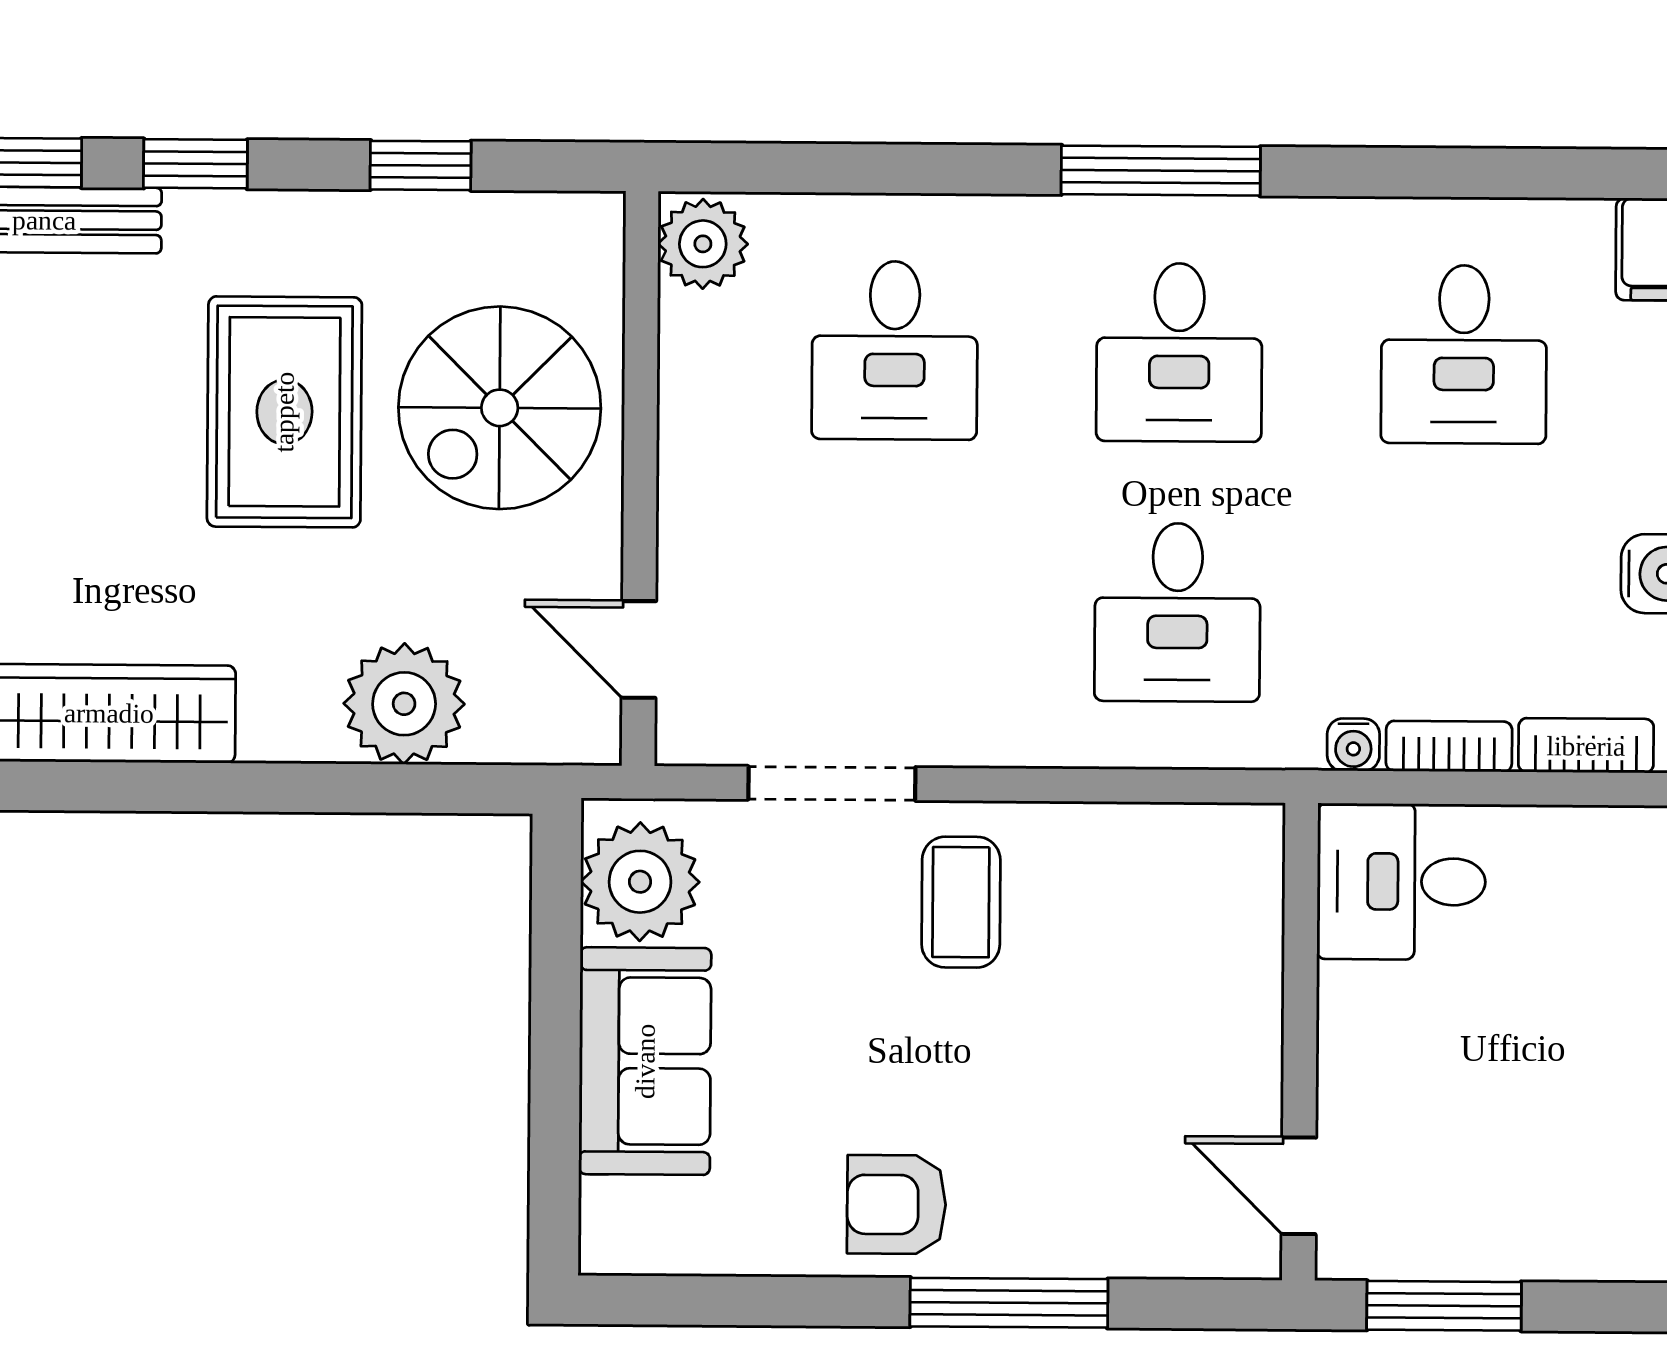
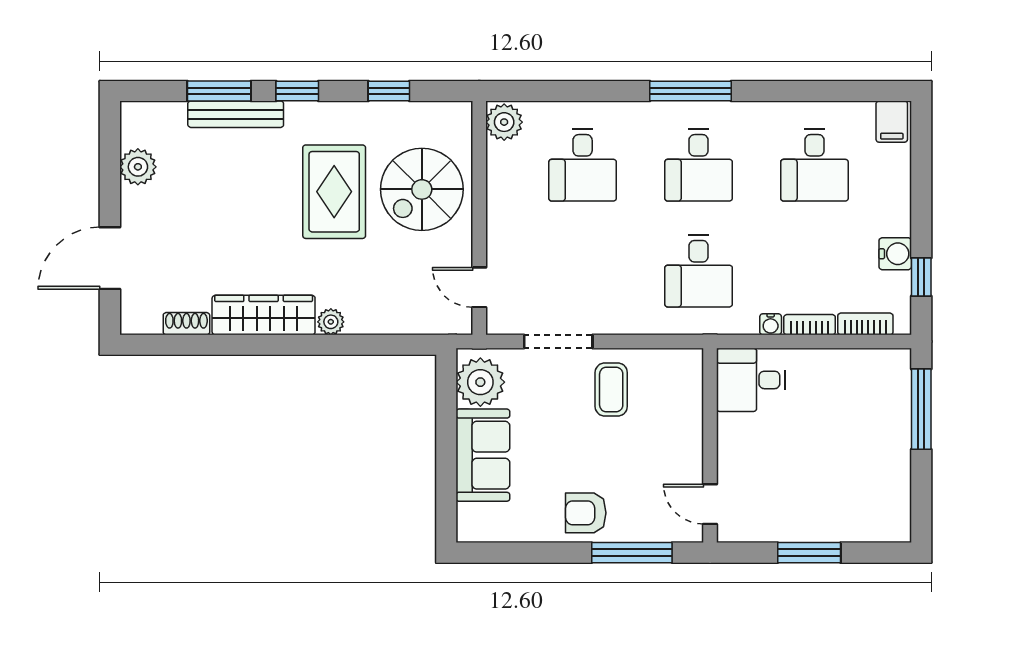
plant: (404, 704) -> (331, 322), moved, width x0.53, depth x0.53
desk: (1401, 882) -> (751, 380), moved
wall: (1300, 1042) -> (710, 445), moved
door: (1299, 1186) -> (710, 504), moved

